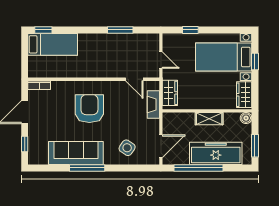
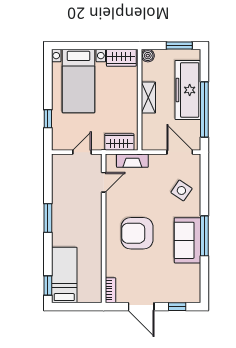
window: (120, 30) -> (48, 218), moved
window: (255, 61) -> (84, 45), removed
sofa: (76, 153) -> (187, 240), width x0.73

